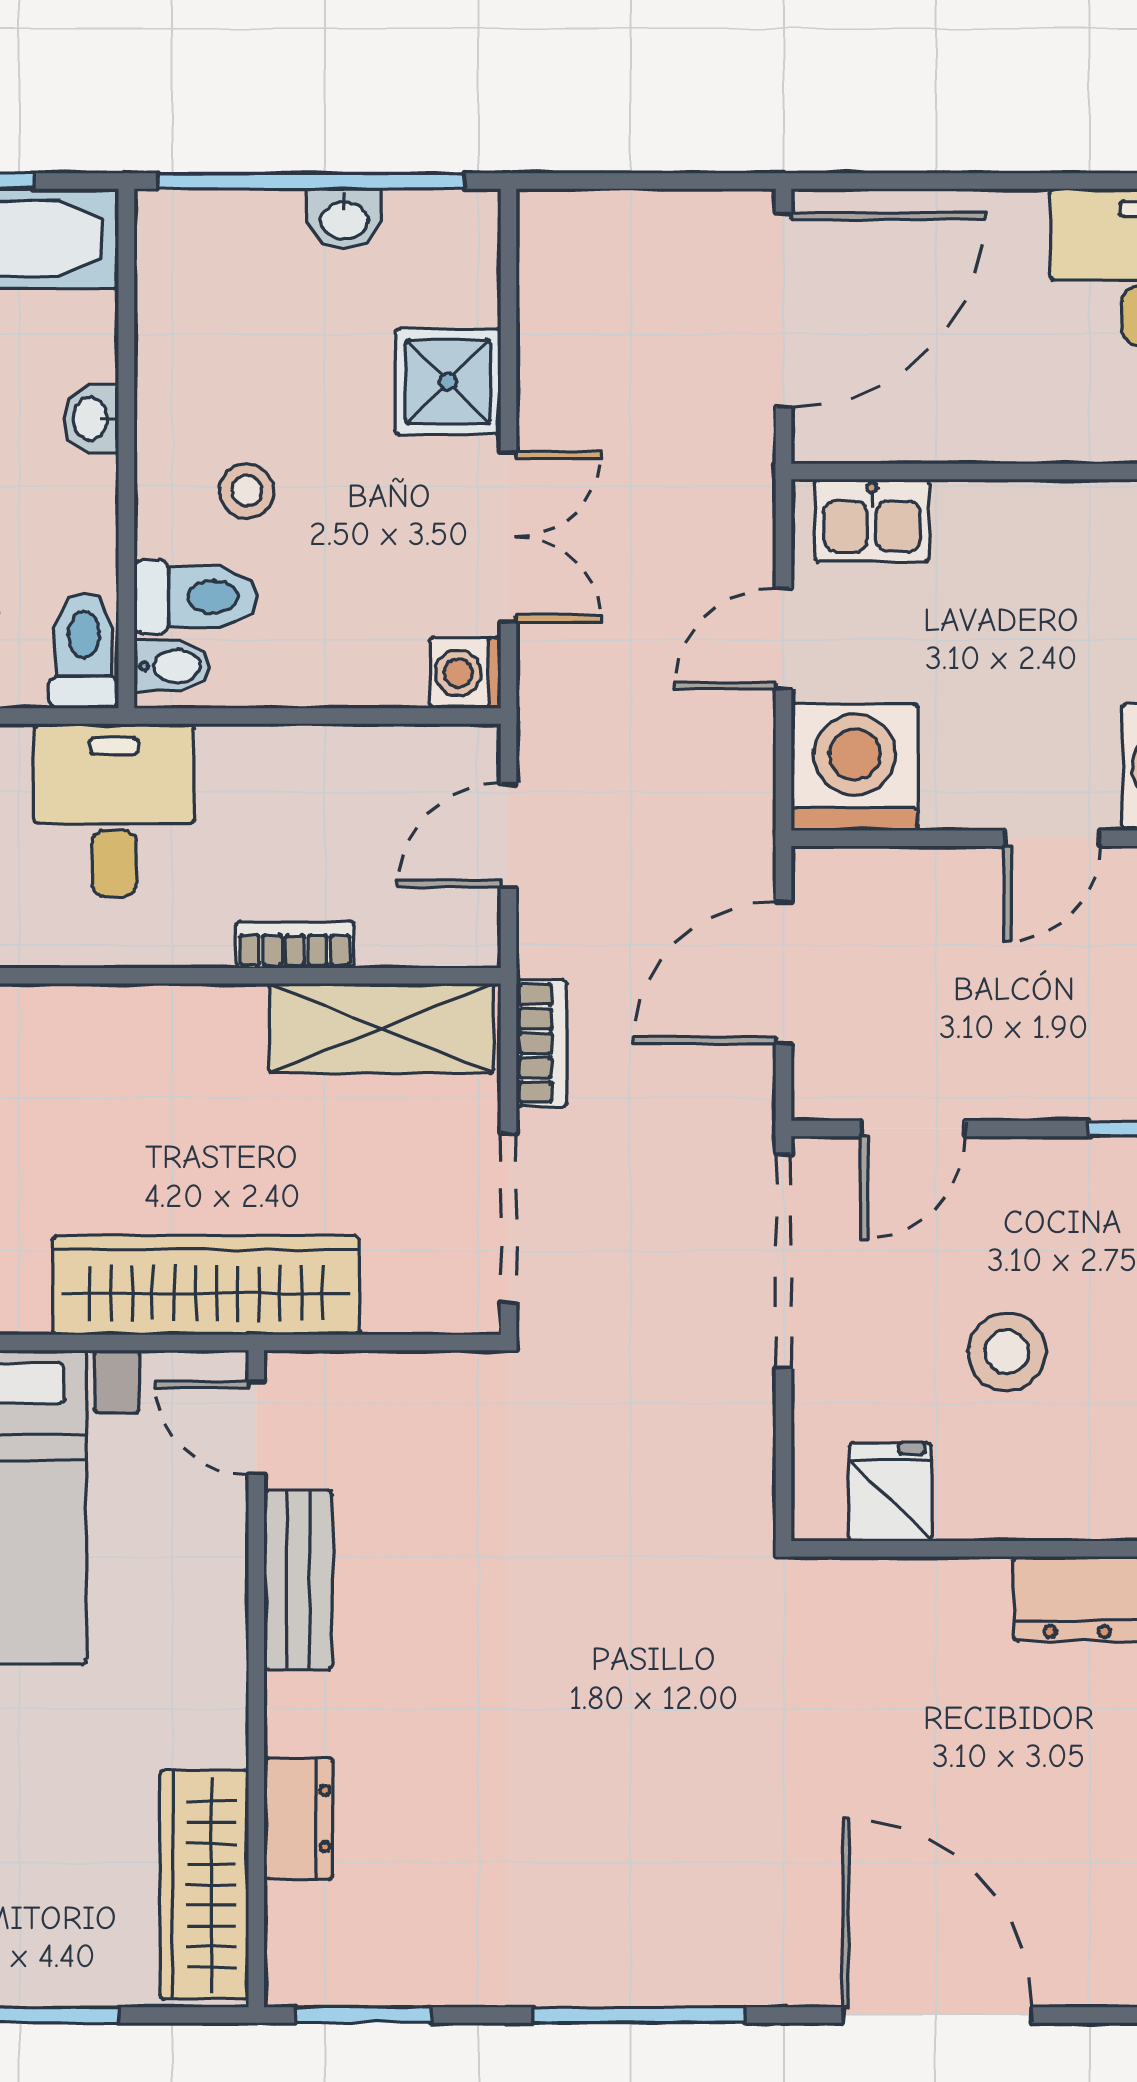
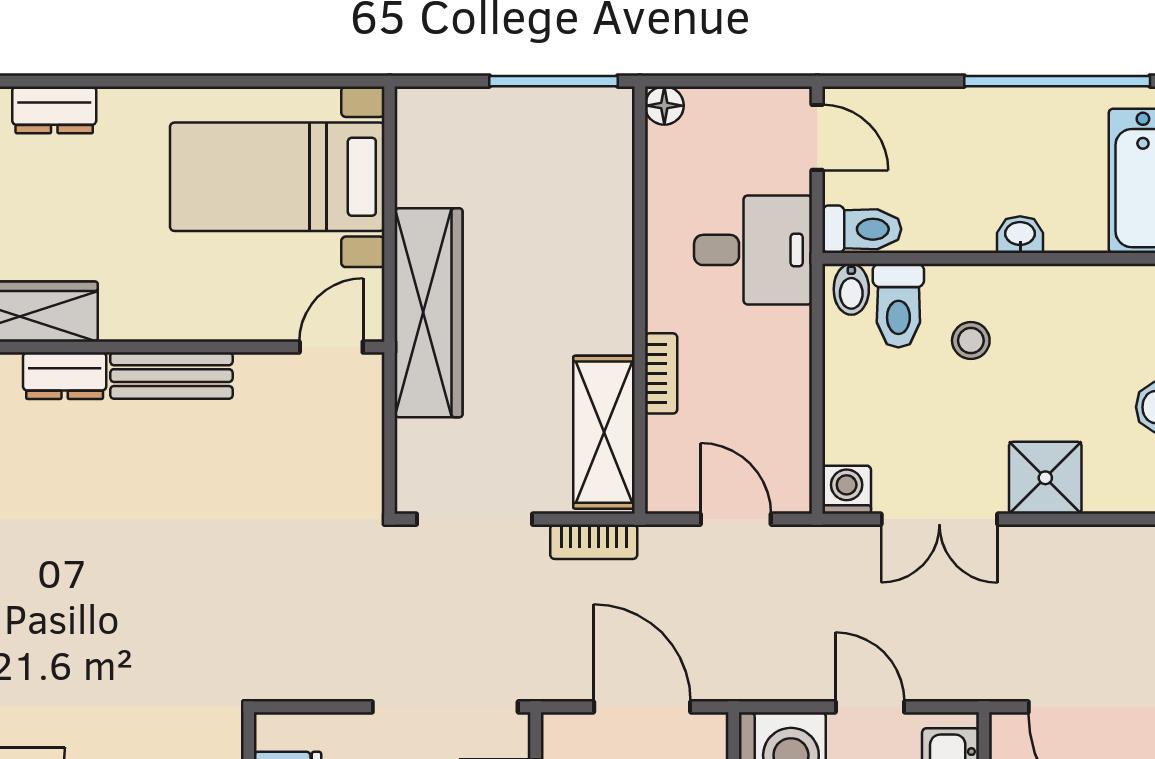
bench: (298, 1580) -> (171, 376), moved

